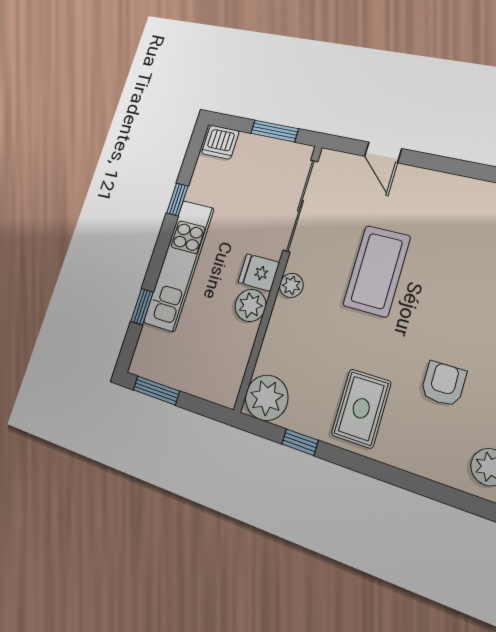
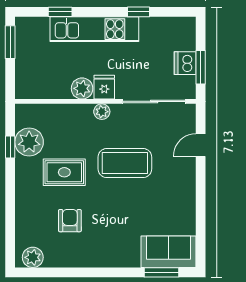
dishwasher: (220, 142) -> (185, 63), moved
armchair: (443, 384) -> (70, 221), turned -90
plant: (267, 398) -> (29, 142), moved
rug: (361, 408) -> (64, 172), moved

